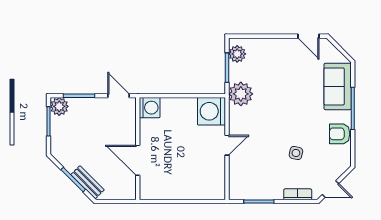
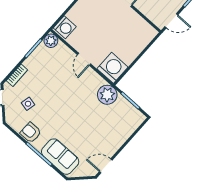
plant: (237, 54) -> (51, 41), moved
washing machine: (150, 108) -> (65, 27), moved, turned -90
armchair: (340, 134) -> (31, 133), turned -90
side table: (296, 153) -> (28, 104), moved

